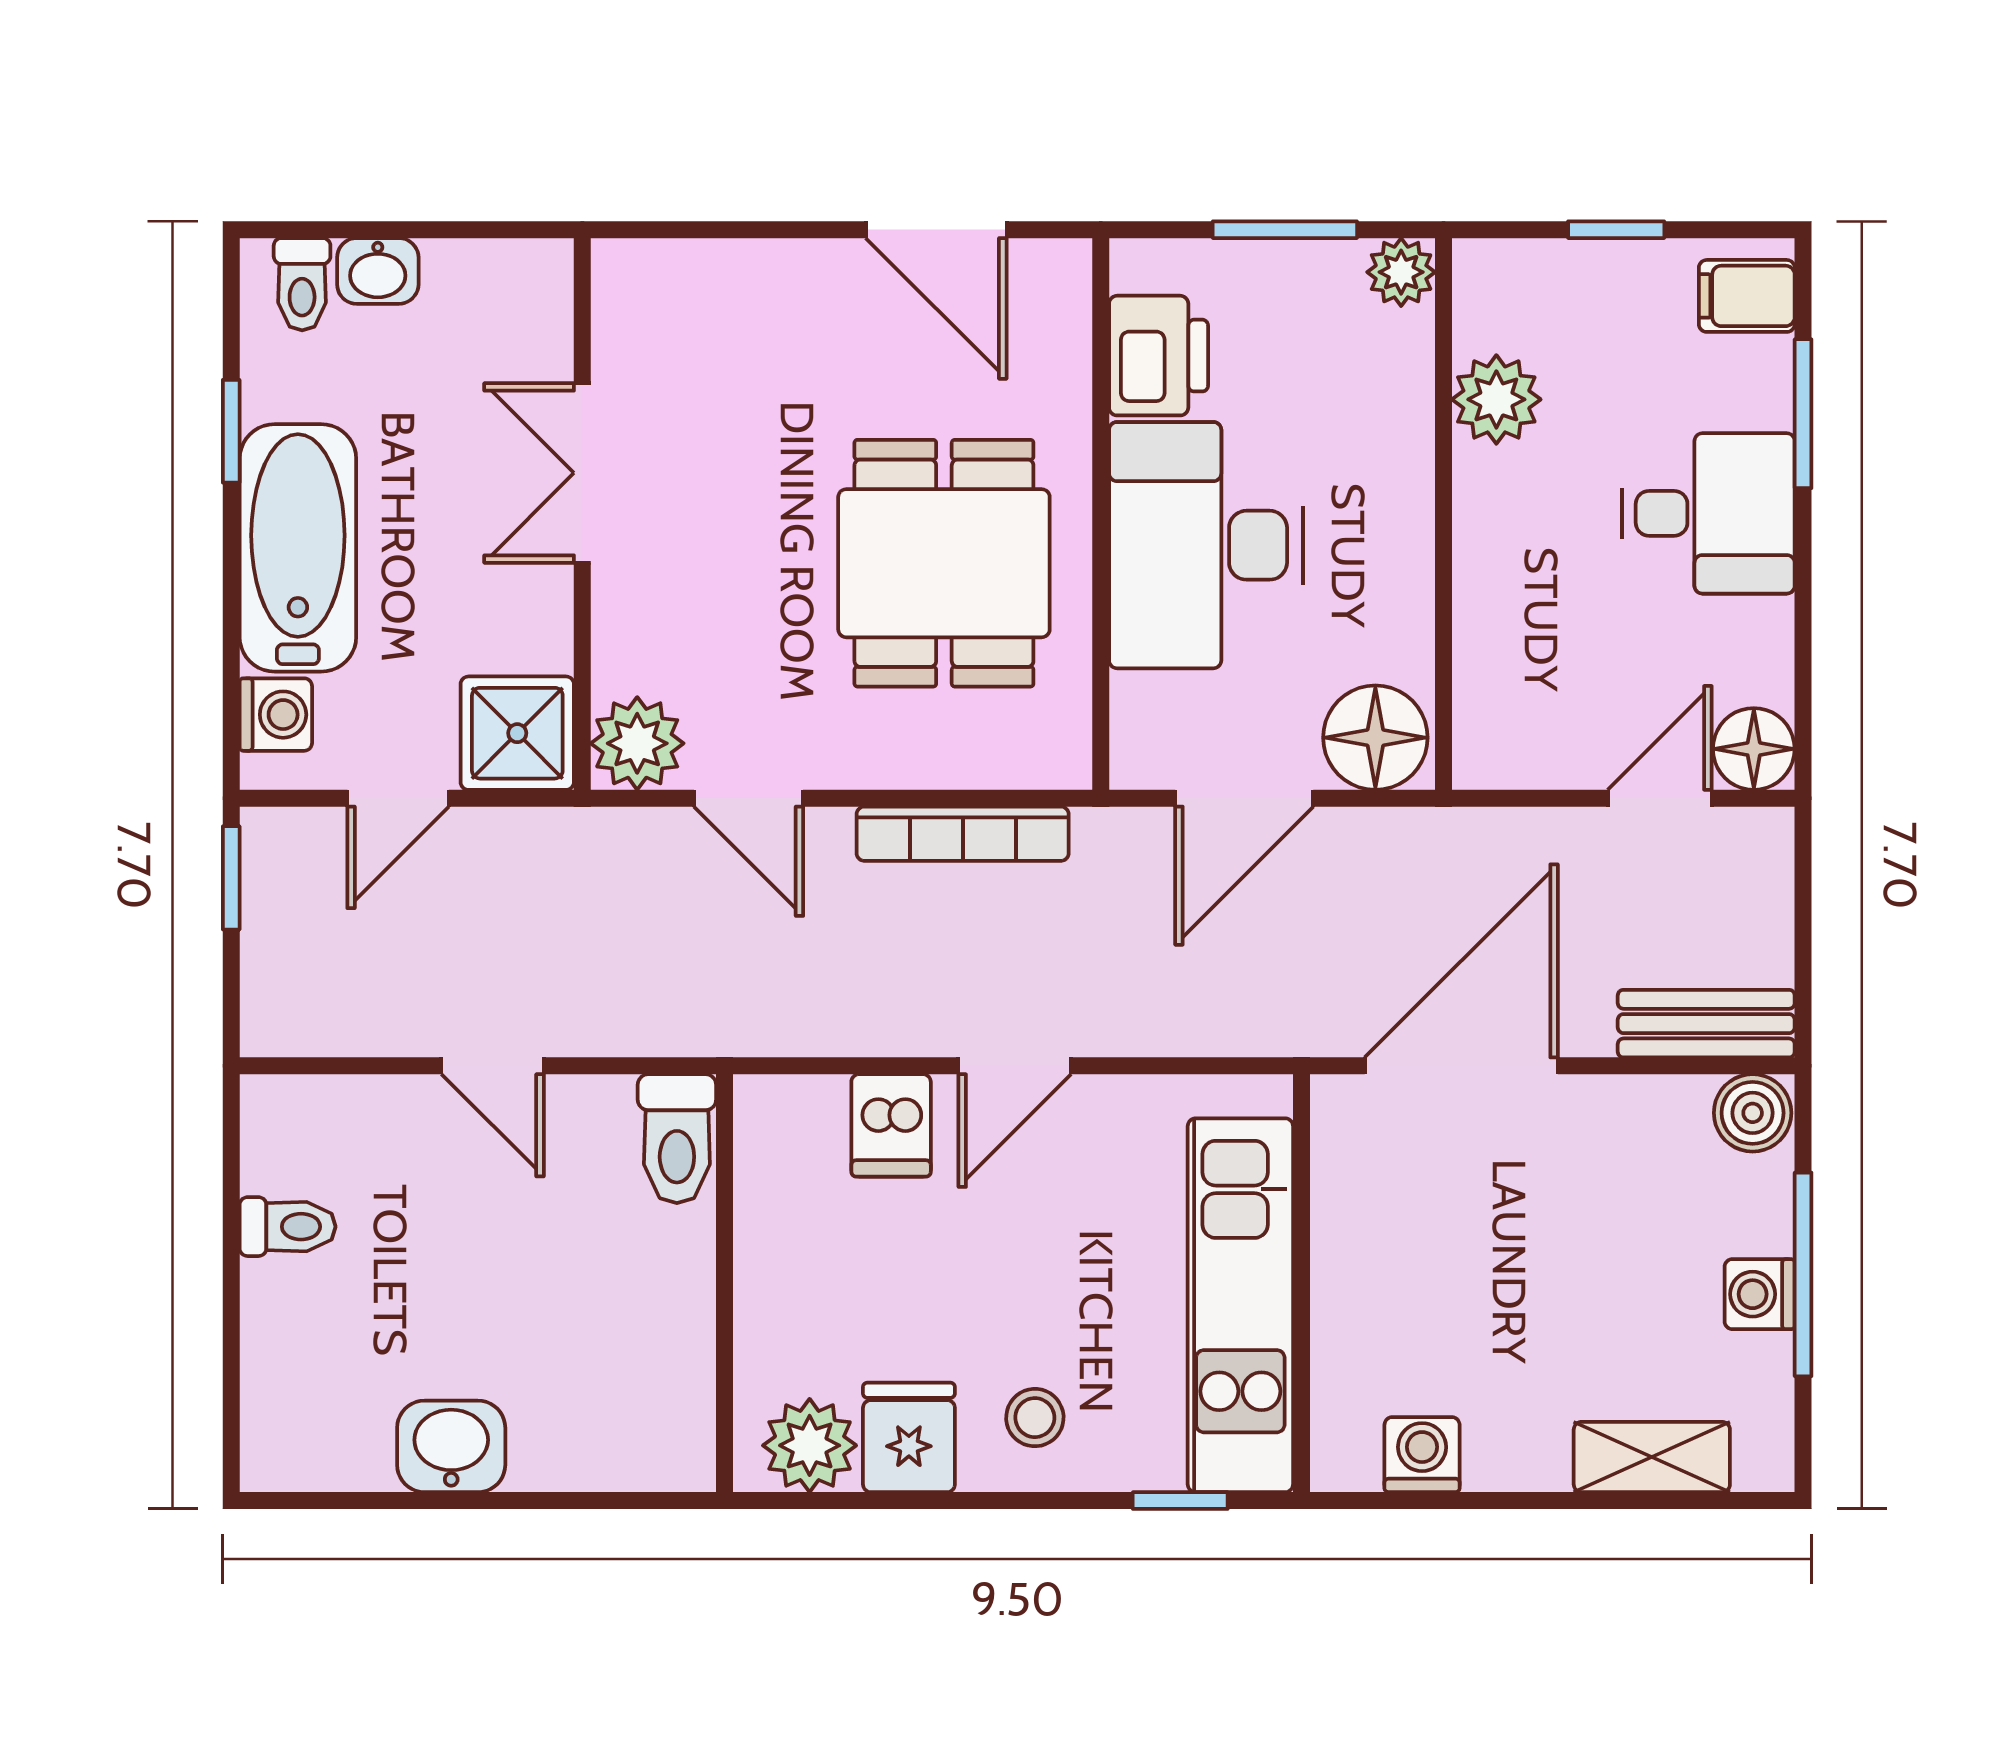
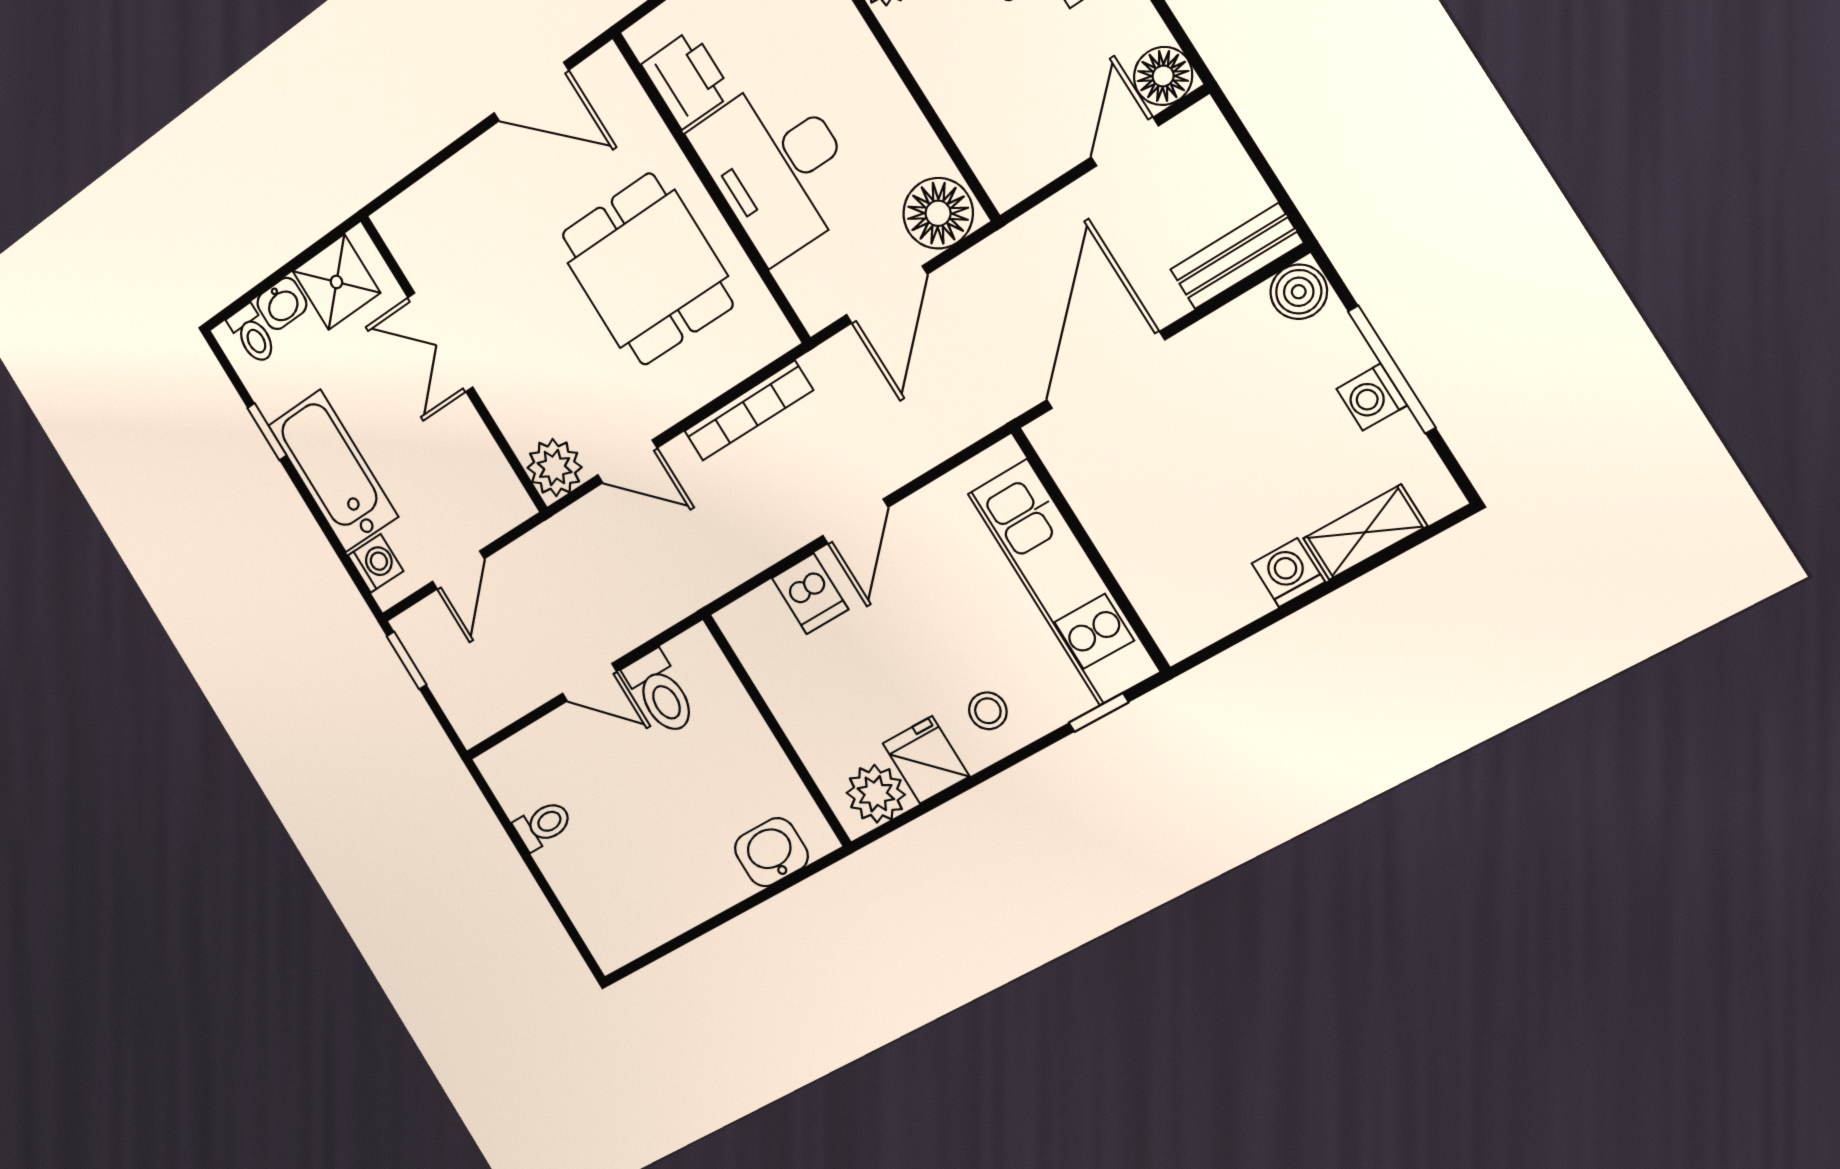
shower: (517, 733) -> (336, 282), moved
toilet: (677, 1139) -> (661, 693), moved
washbasin: (451, 1446) -> (771, 852), moved
washing machine: (1422, 1455) -> (1288, 573), moved

